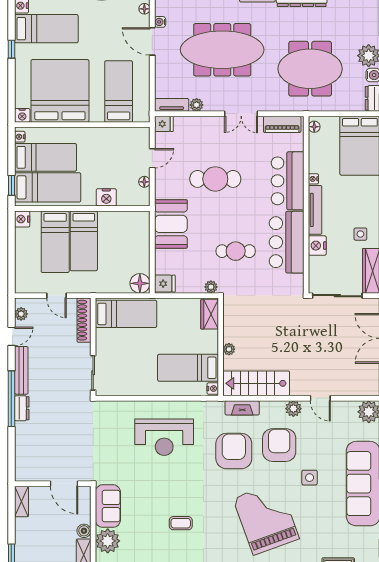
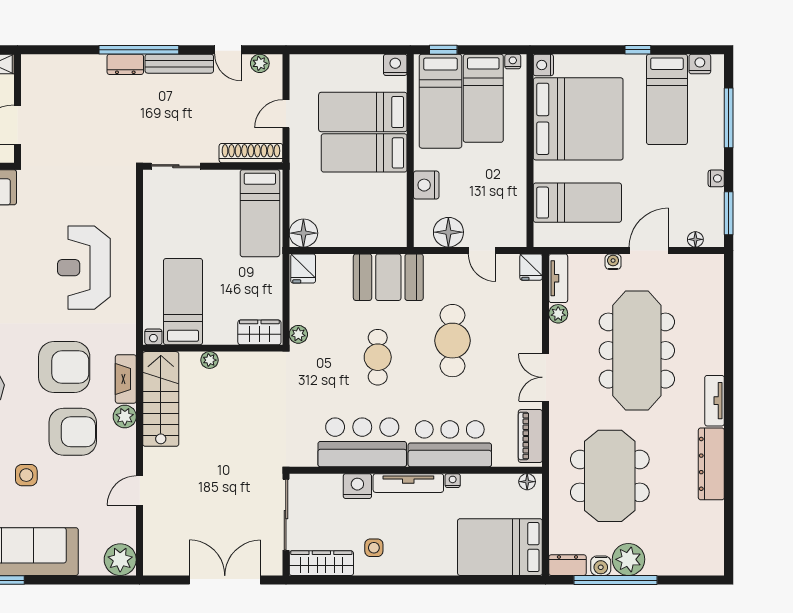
water cooler: (160, 22) -> (613, 262), moved
floor lamp: (144, 182) -> (448, 232), width x1.89, depth x1.89
cafe table: (236, 251) -> (378, 357), moved
plant: (293, 409) -> (125, 417), moved

